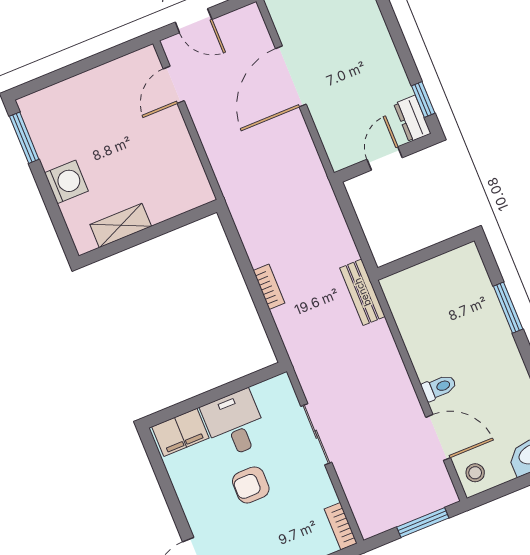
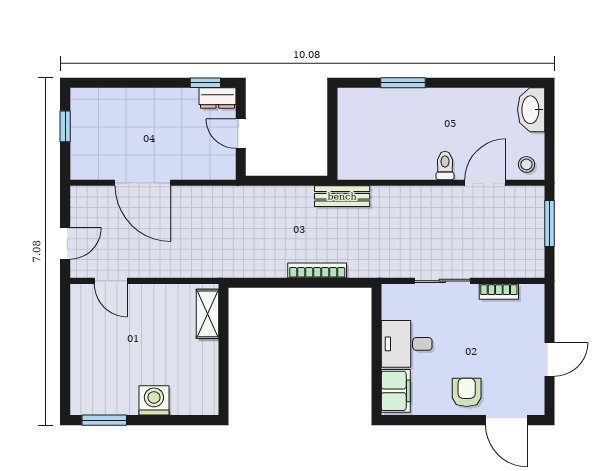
shelving: (121, 225) -> (207, 314), moved
bookcase: (269, 287) -> (317, 270), width x1.56
armchair: (251, 485) -> (467, 392), moved, turned 180
bookcase: (341, 526) -> (499, 292), moved

